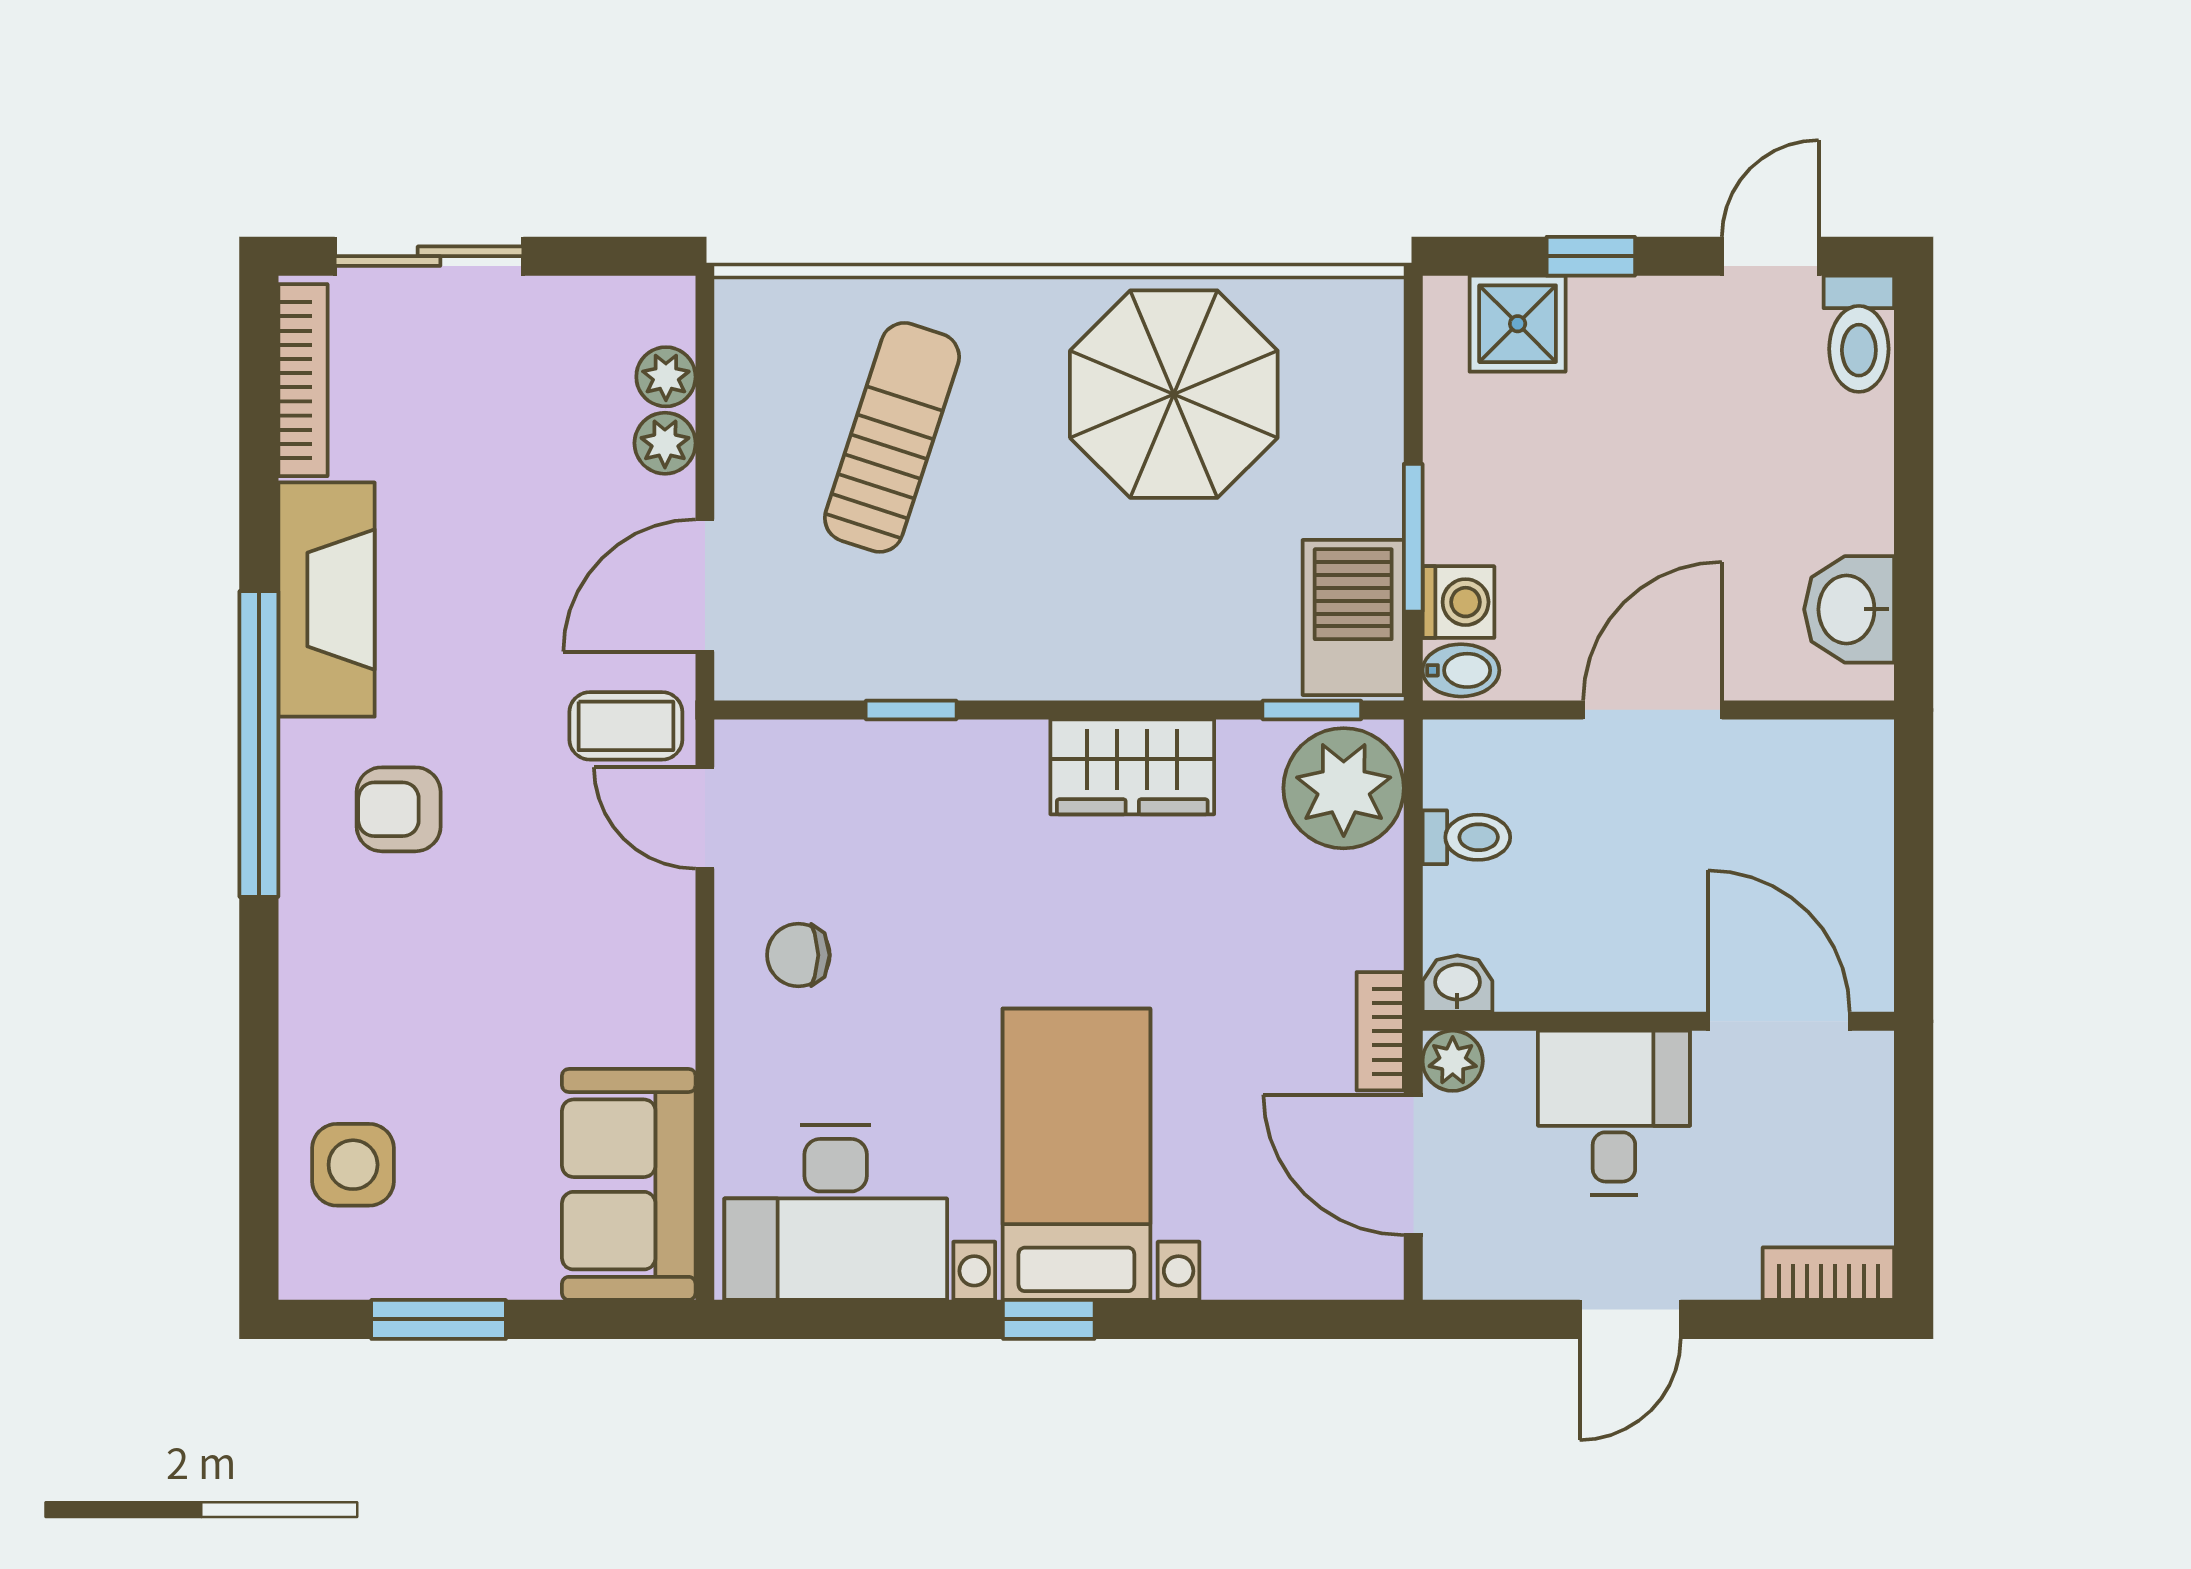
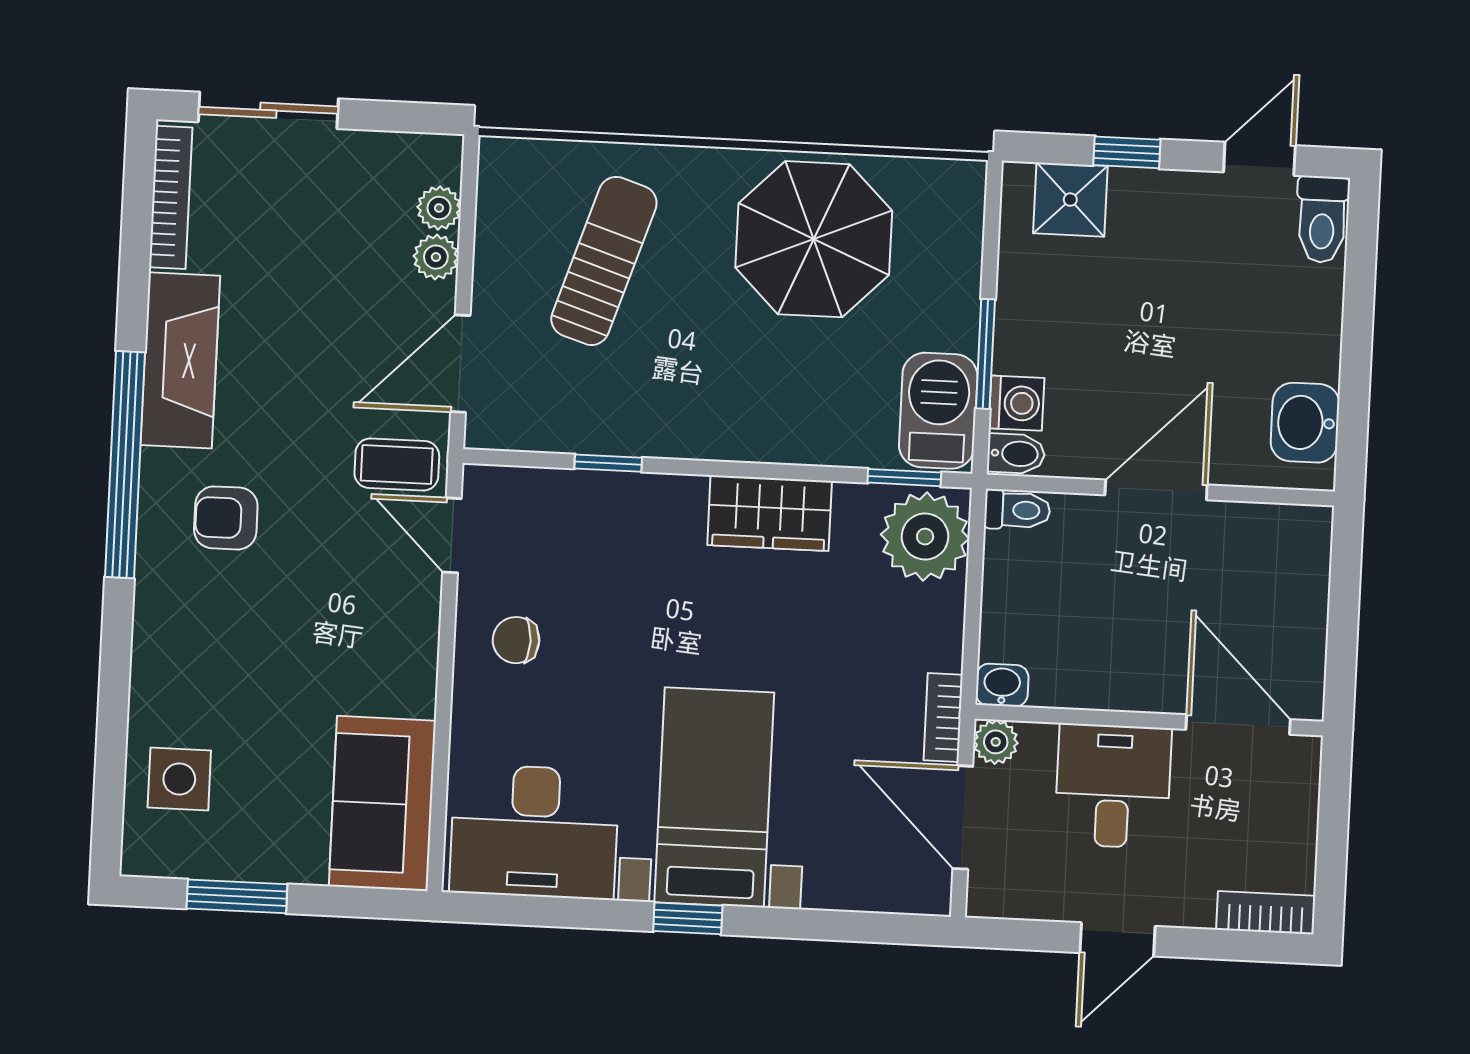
toilet: (1466, 837) -> (1017, 510), moved

